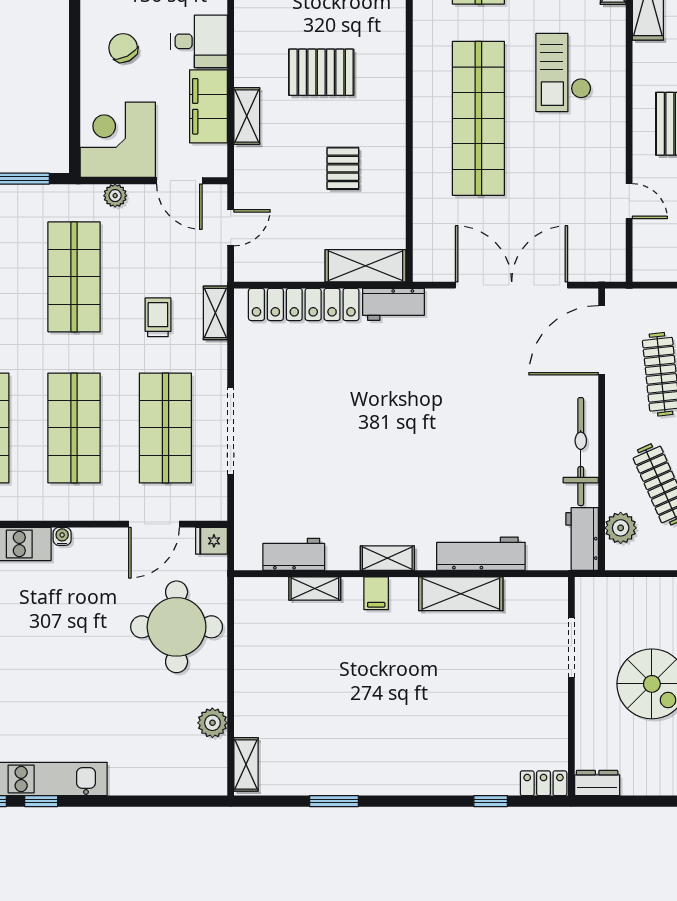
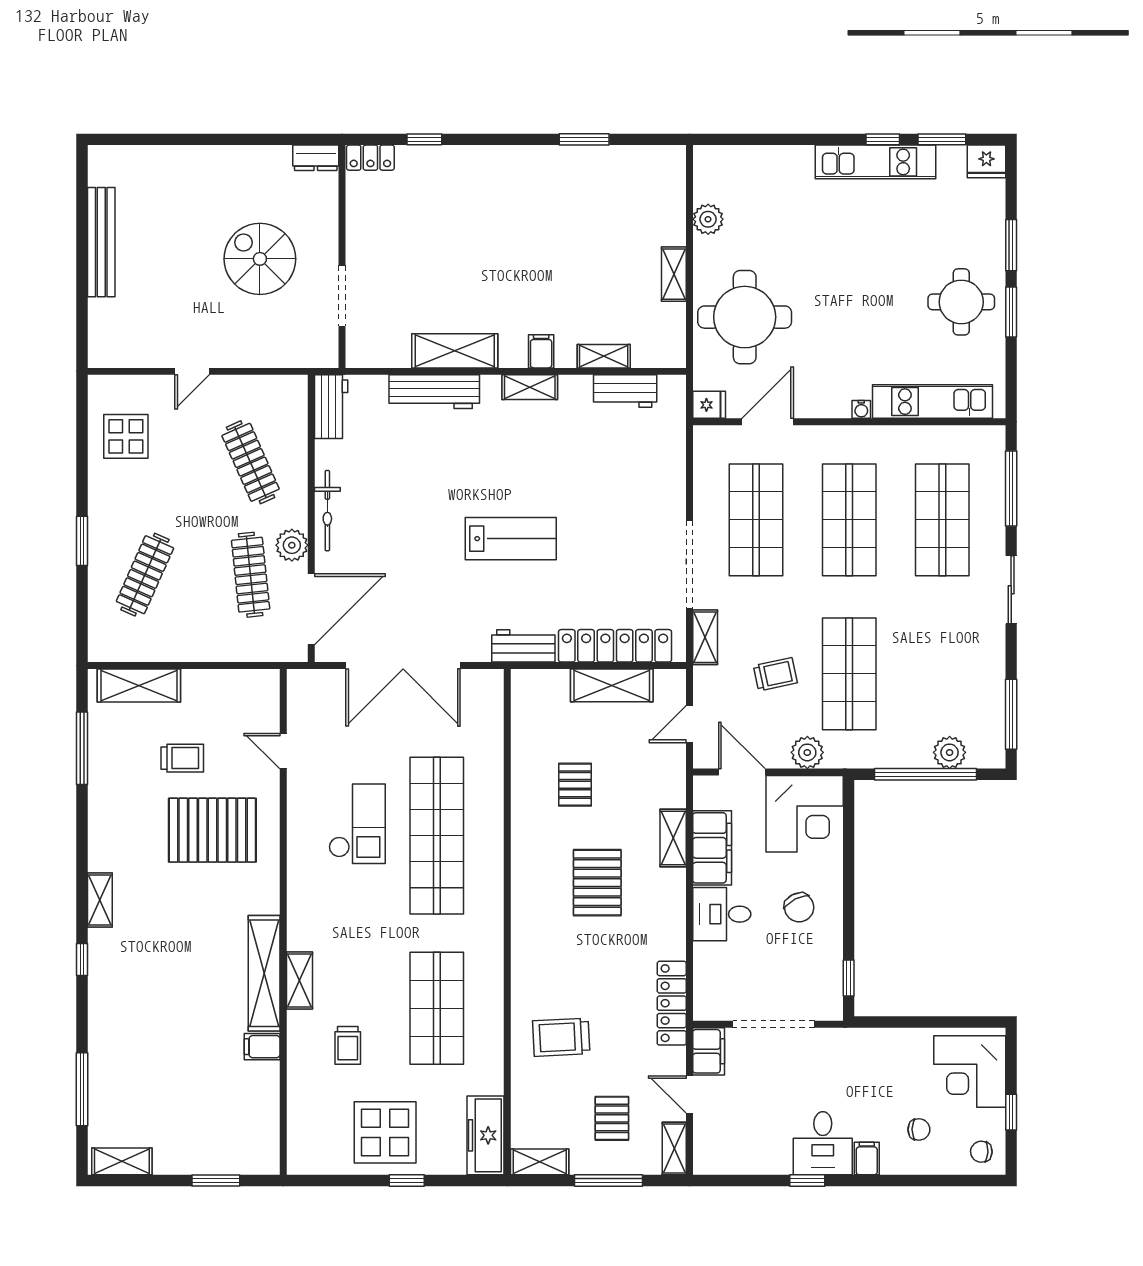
pallet: (321, 72) -> (597, 883), turned 90
checkout: (563, 73) -> (357, 824), moved
plant: (115, 196) -> (807, 752), width x1.38, depth x1.38
shelving: (366, 266) -> (612, 685), moved
trolley: (158, 317) -> (775, 674), moved, turned -102
lab bench: (406, 410) -> (511, 539), added
doorway: (231, 431) -> (689, 564), moved
bicycle: (581, 452) -> (327, 511), width x0.73, depth x0.71
plant: (621, 528) -> (292, 545), moved
shelving: (246, 764) -> (674, 274), moved

